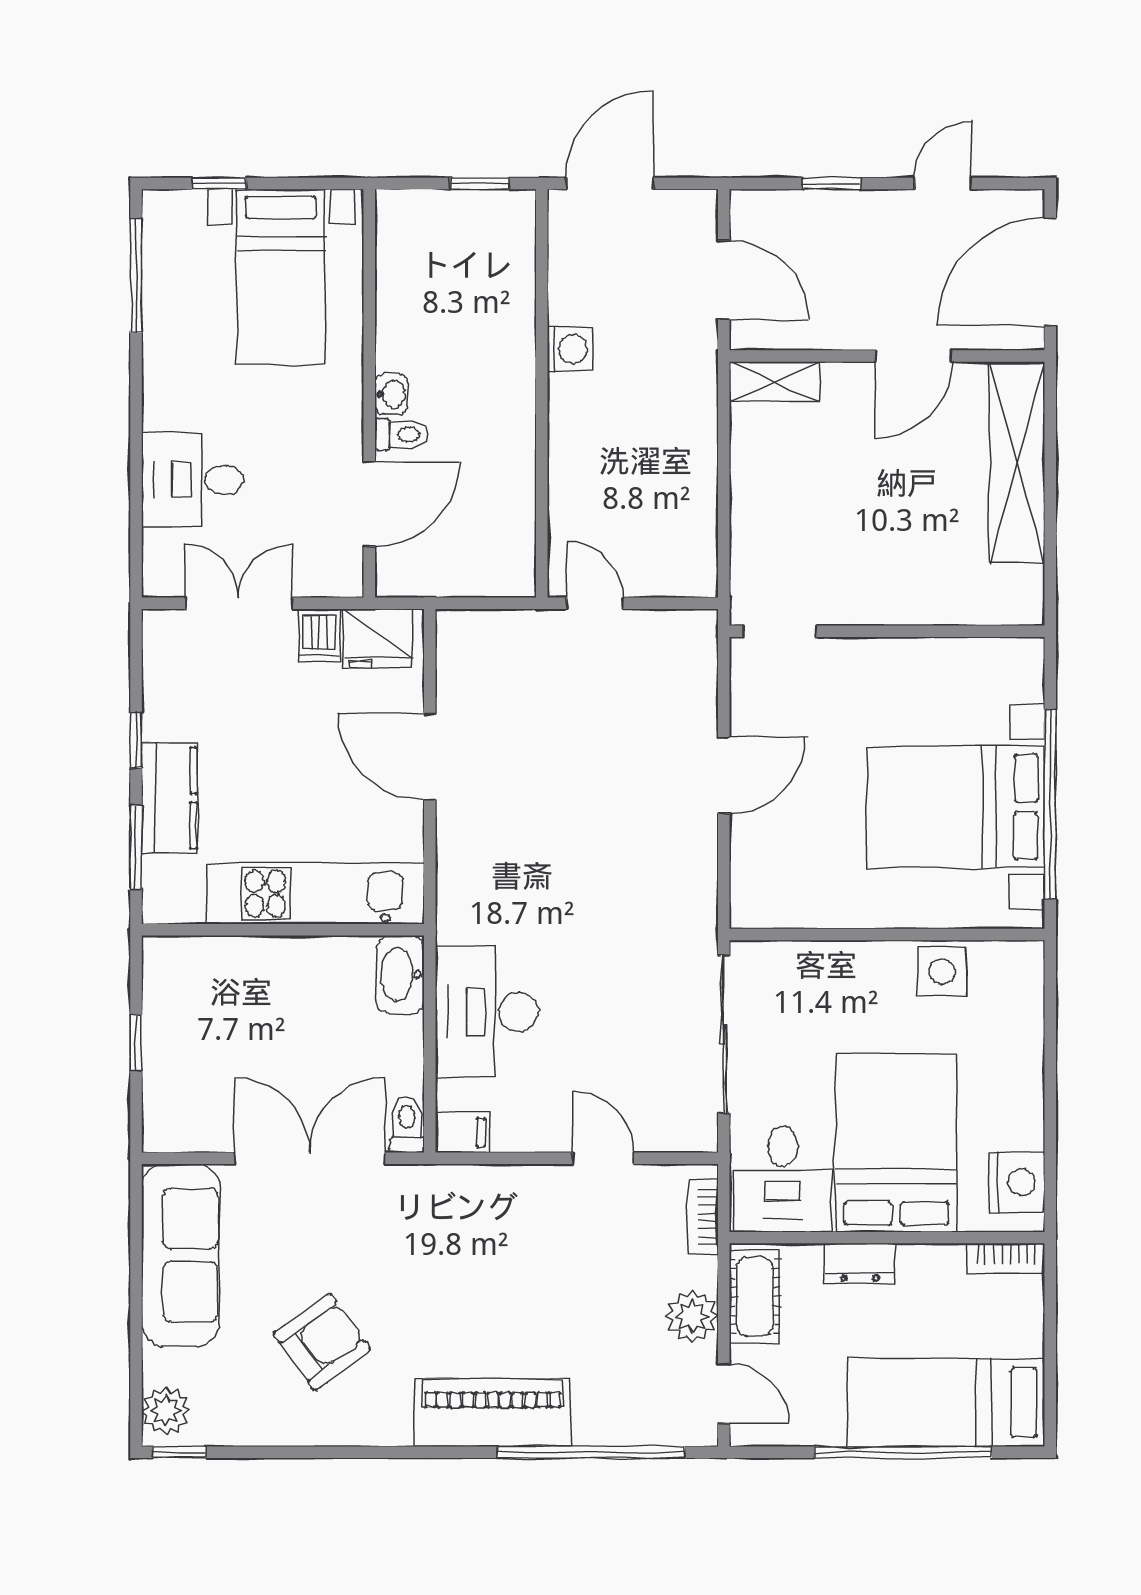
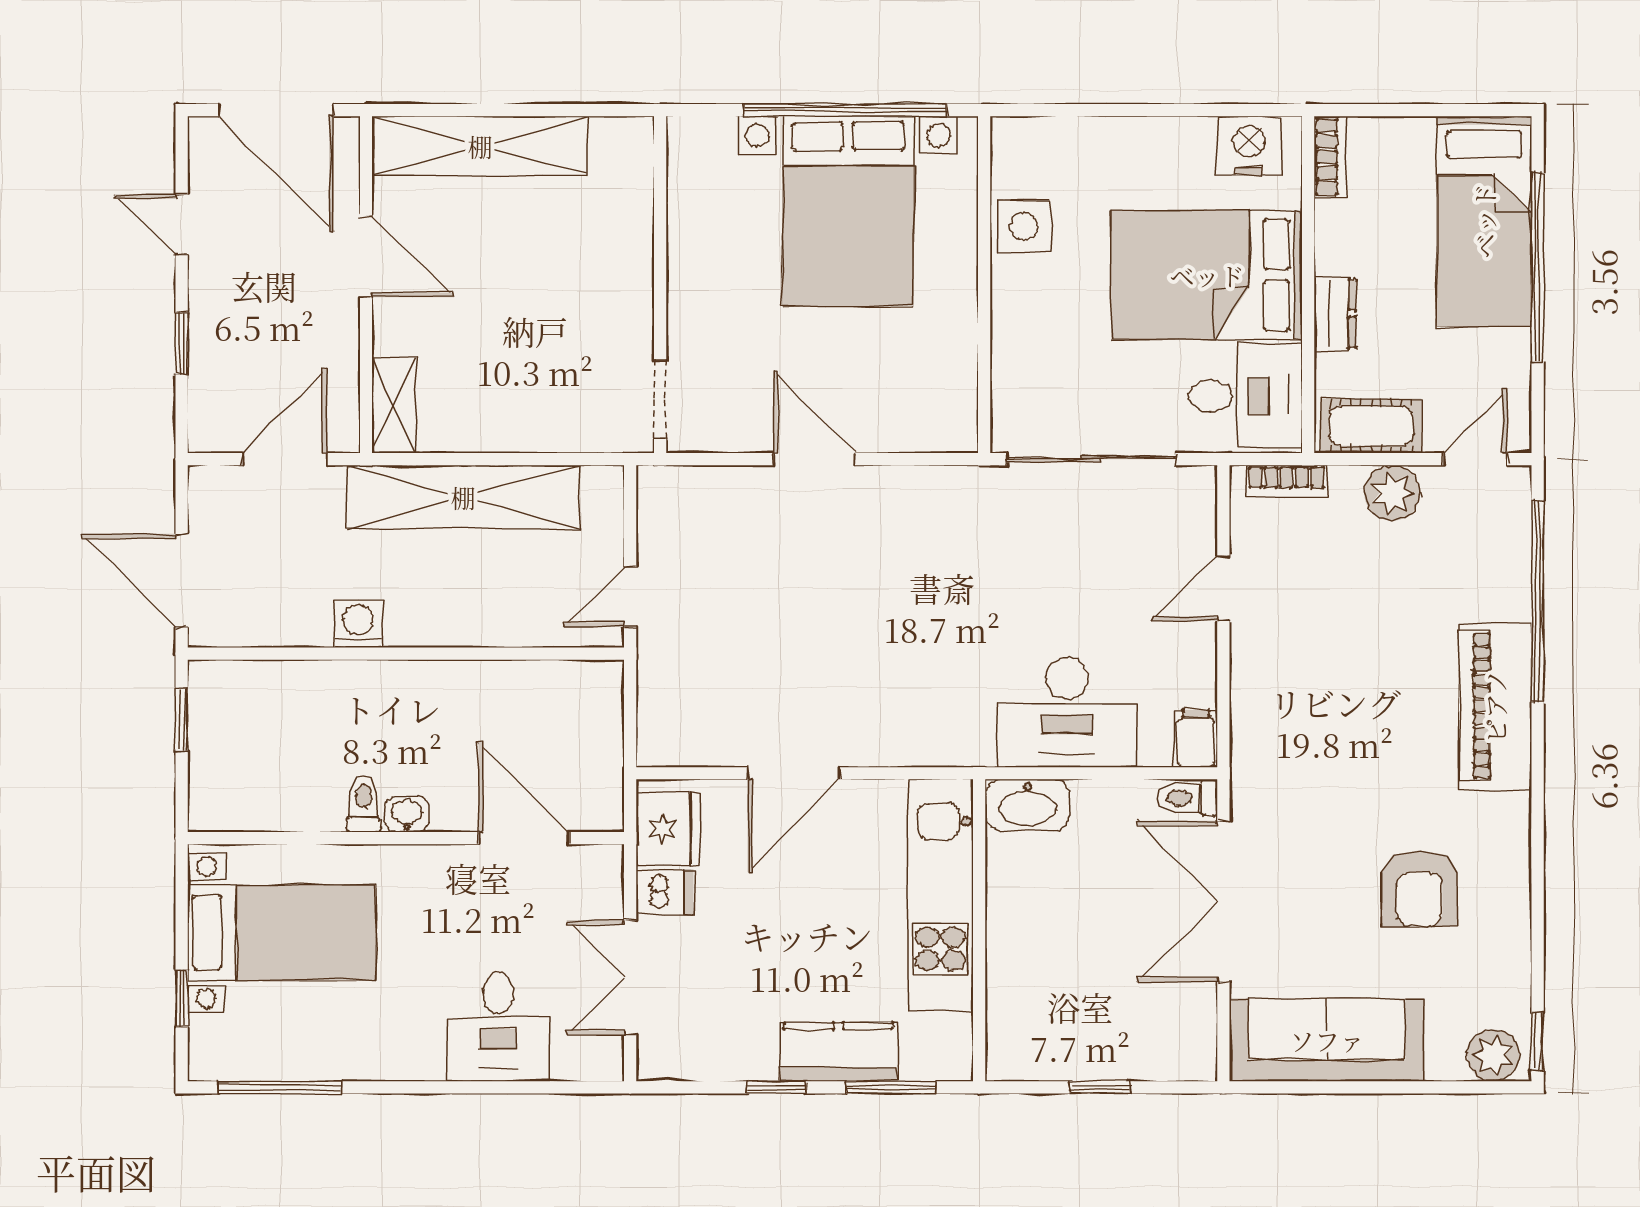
toilet: (401, 435) -> (364, 804), moved
shelving: (688, 447) -> (463, 497), added
armchair: (322, 1342) -> (1419, 888), turned -144

